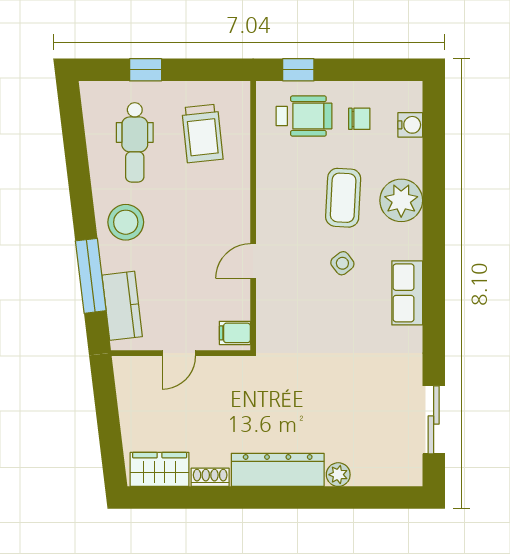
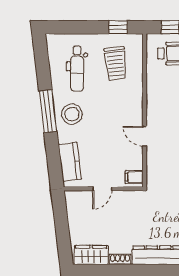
window: (146, 70) -> (118, 27), moved
door: (253, 261) -> (145, 136), hinge flipped
window: (91, 276) -> (48, 111), moved

